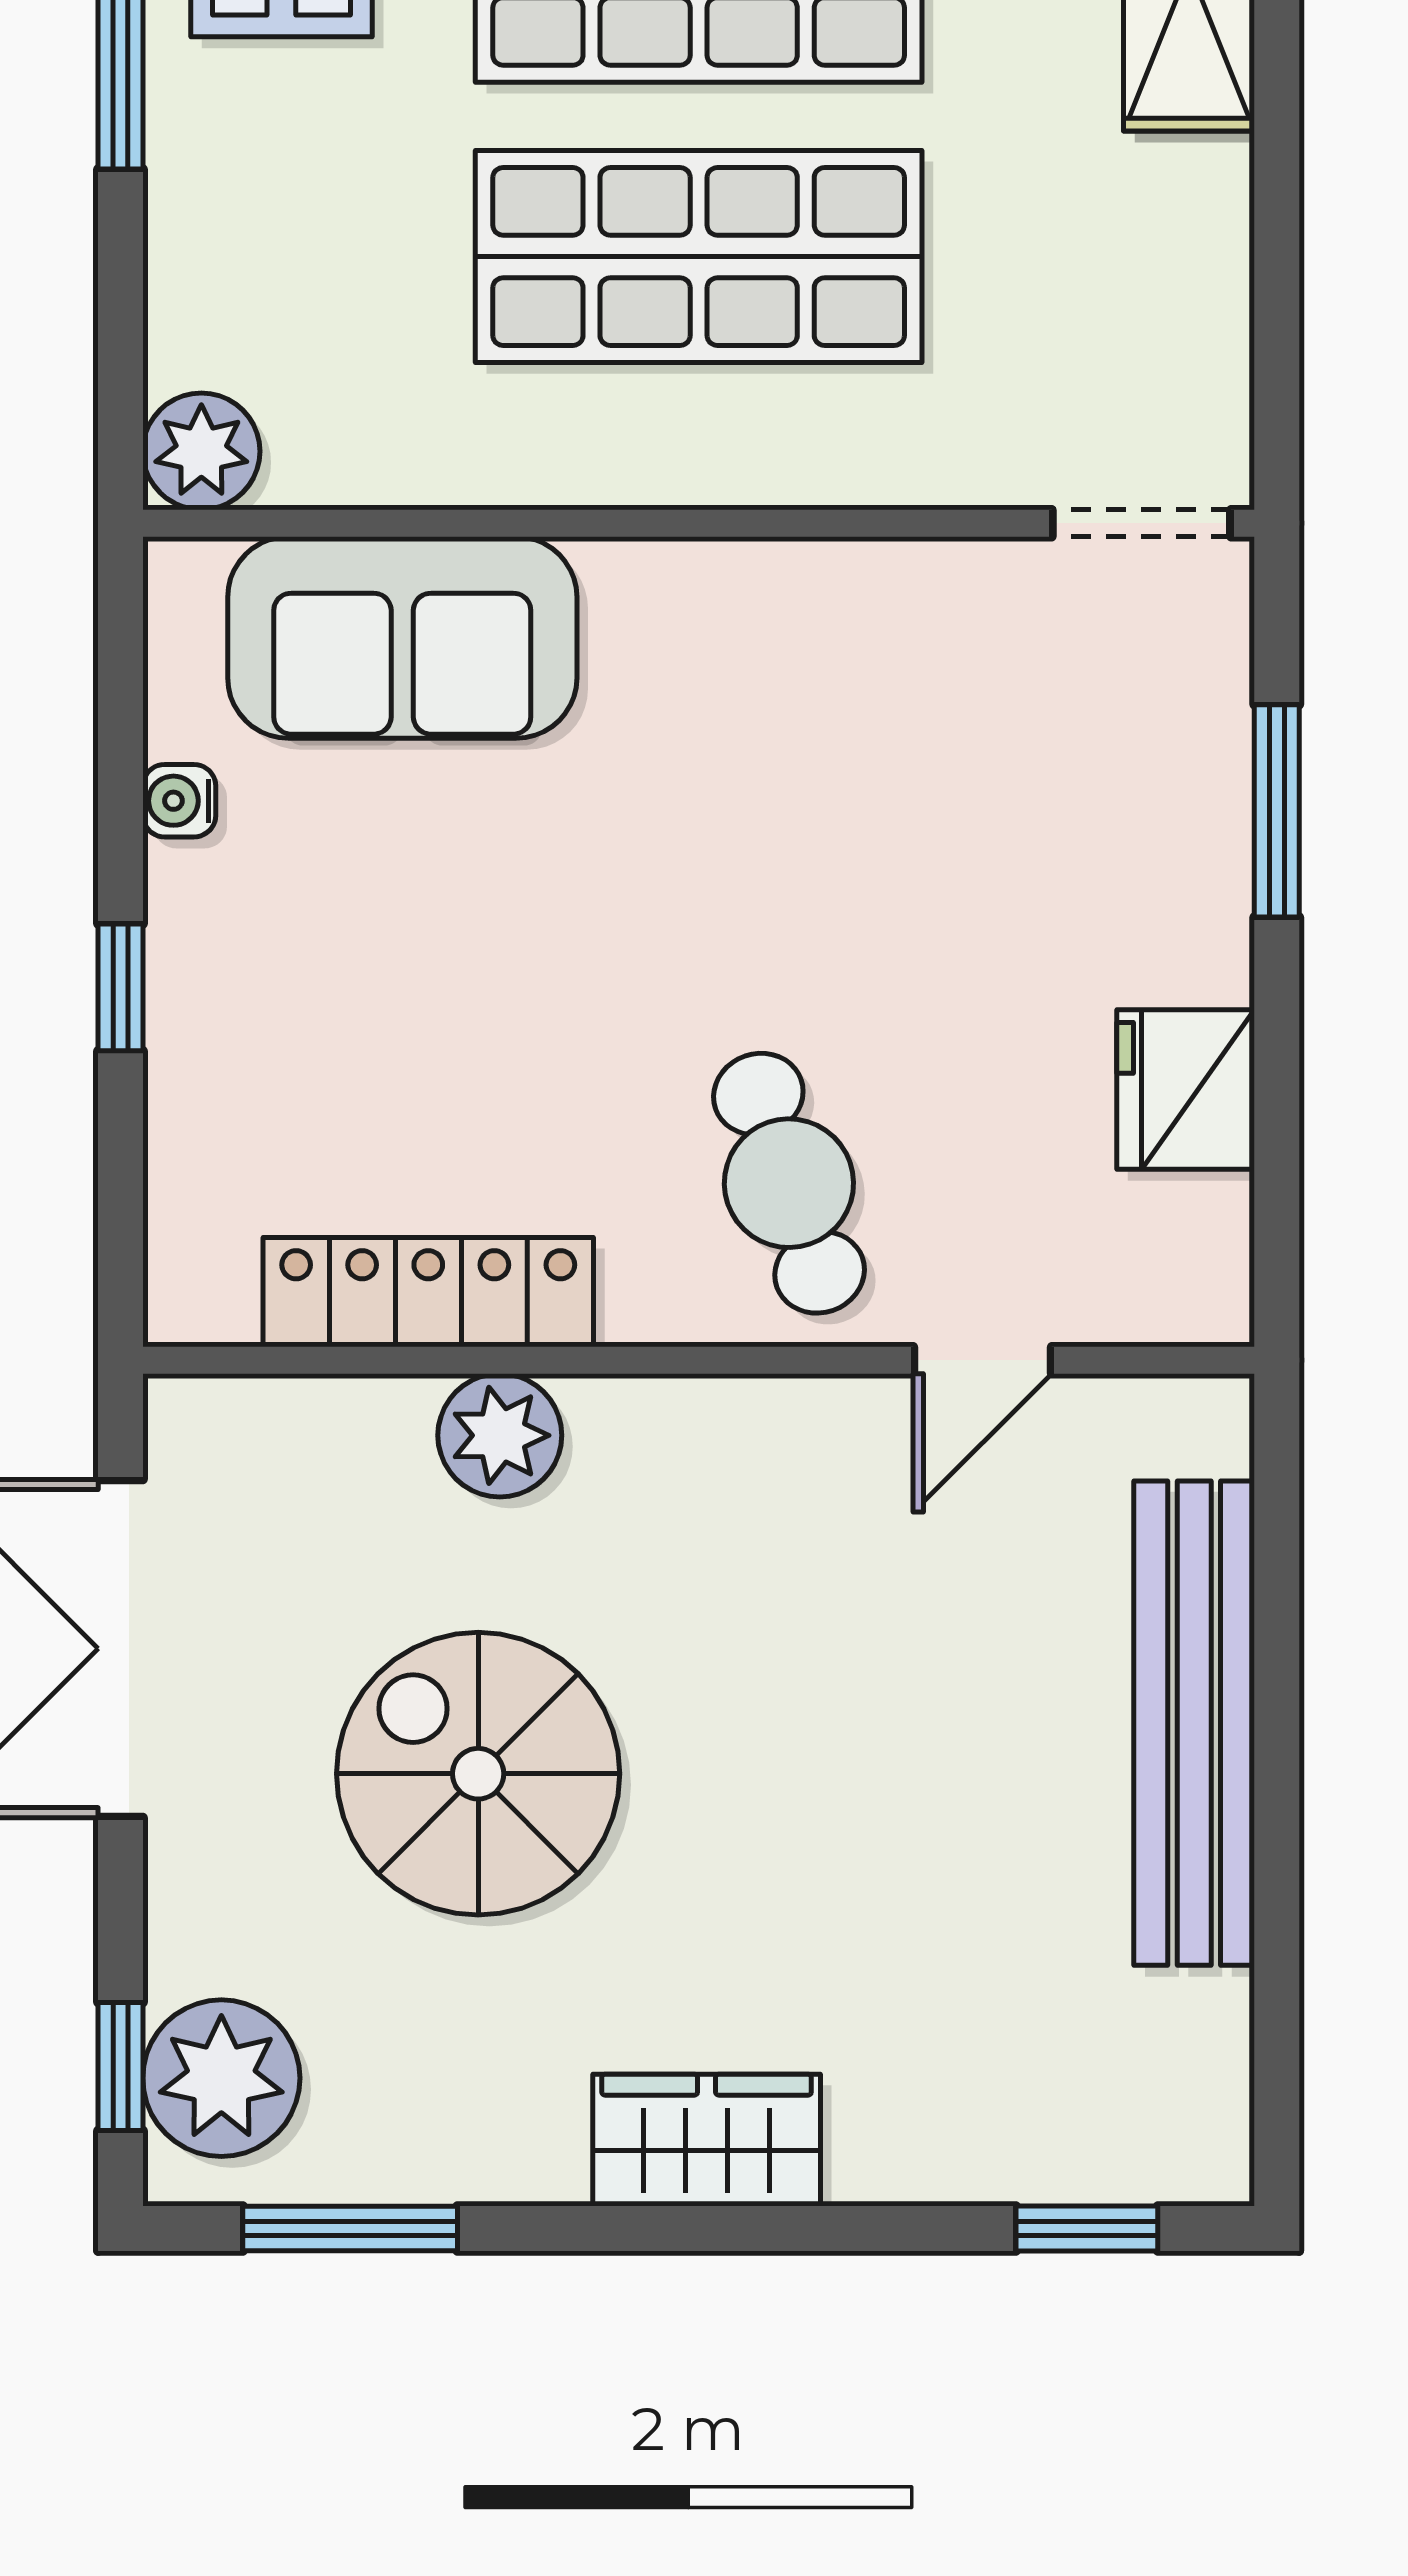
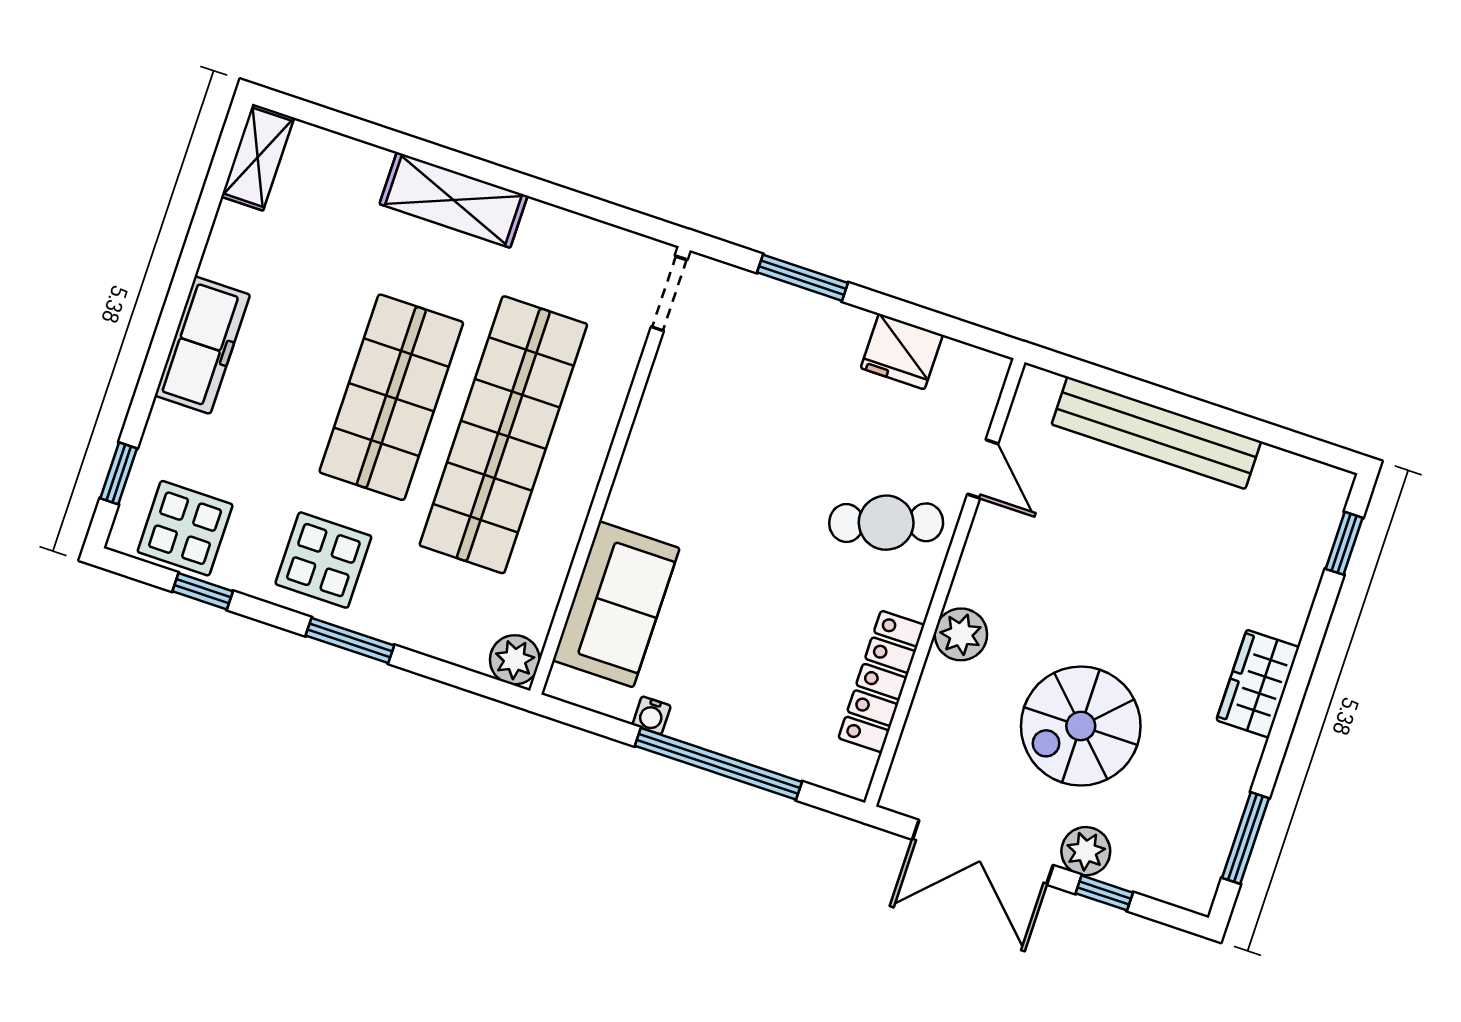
shop shelf: (699, 256) -> (503, 435), width x1.40
window: (121, 987) -> (718, 764), width x3.17
plant: (500, 1435) -> (961, 634), moved
window: (121, 2067) -> (1104, 893), moved
plant: (221, 2078) -> (1086, 851), moved, width x0.73, depth x0.73

